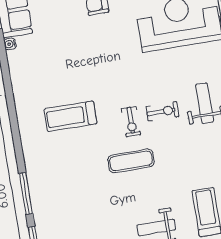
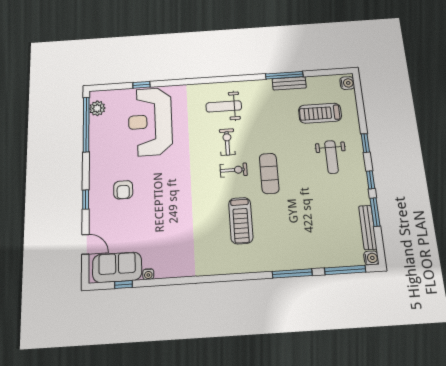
treadmill: (70, 116) -> (241, 221), moved

